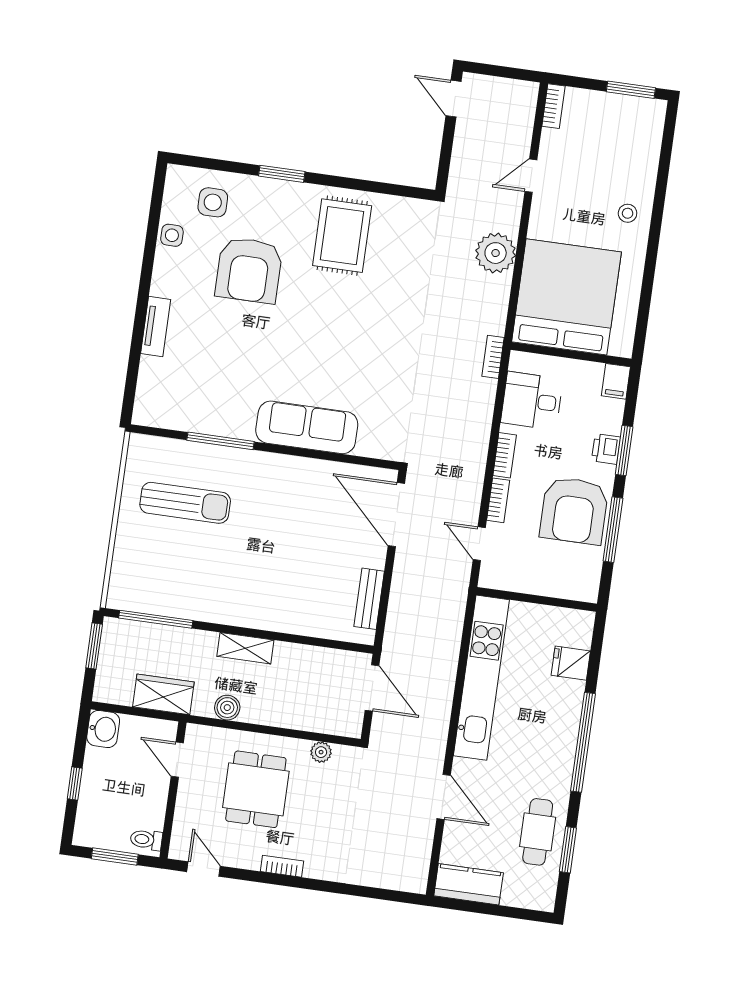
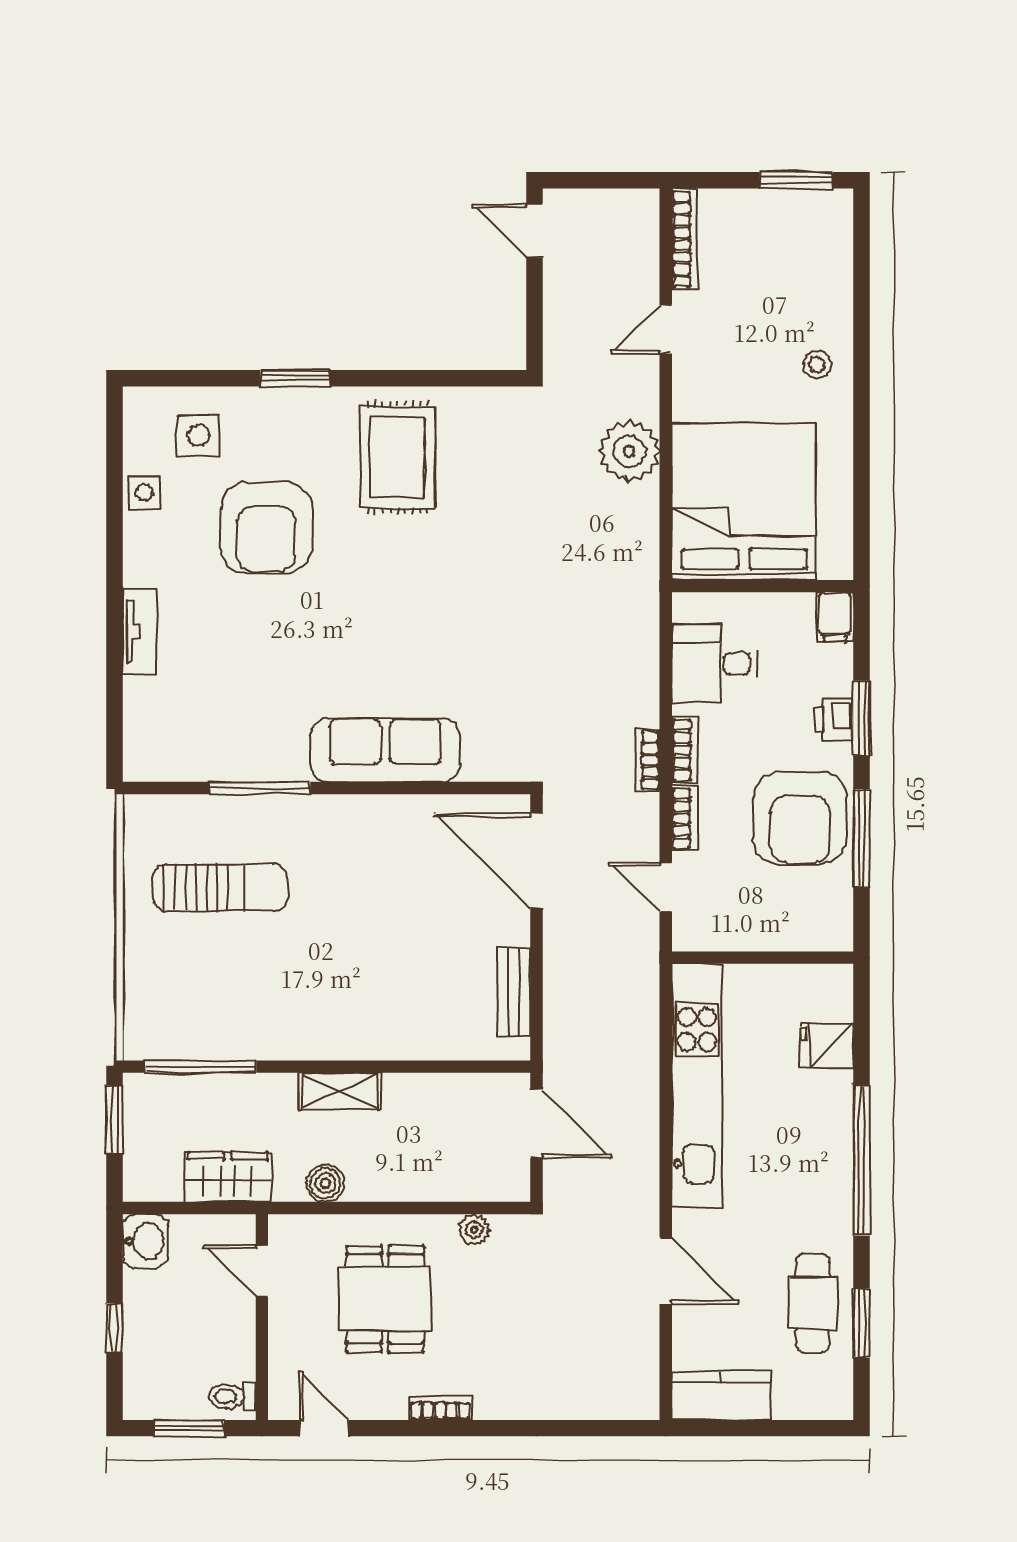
bookcase: (553, 106) -> (685, 239), width x1.56
bookcase: (493, 357) -> (647, 760), moved

